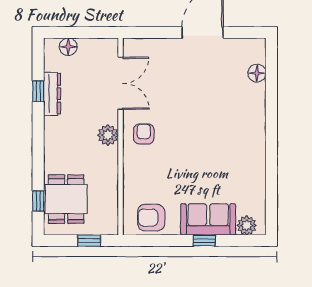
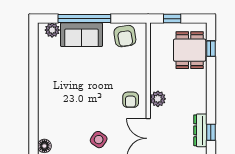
side table: (186, 82) -> (99, 140), added
armchair: (151, 218) -> (125, 36), turned 81
window: (204, 241) -> (84, 19), width x3.17

